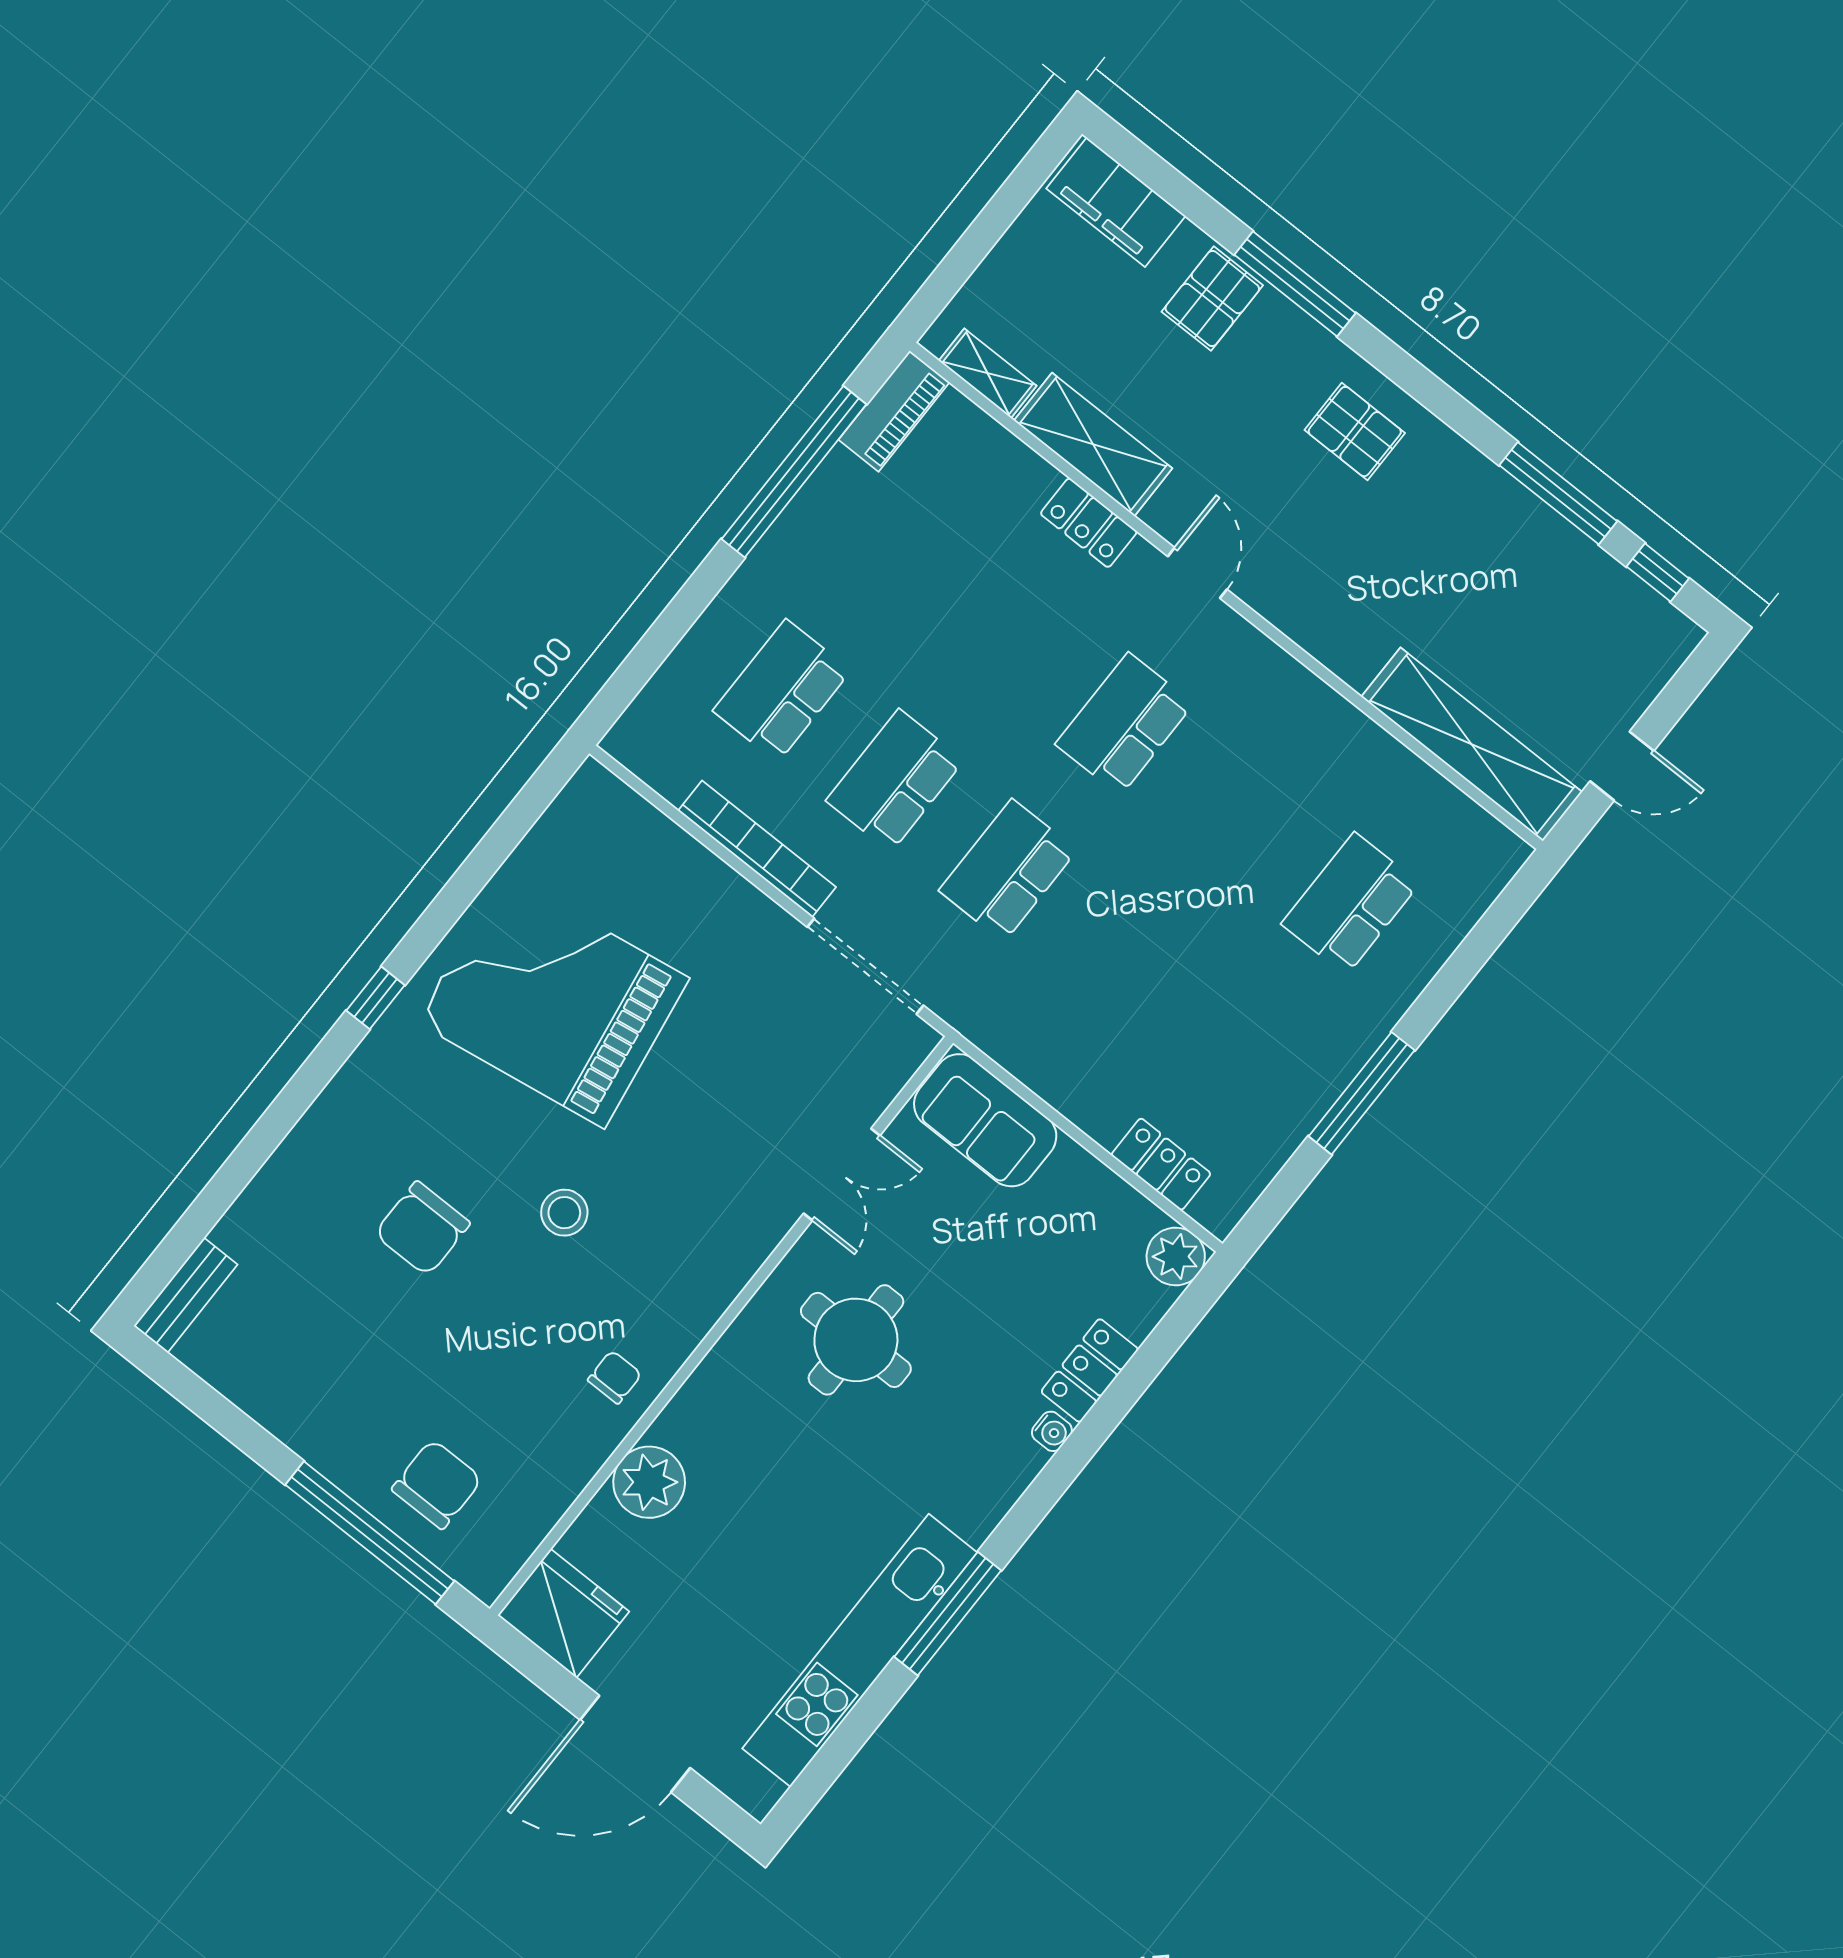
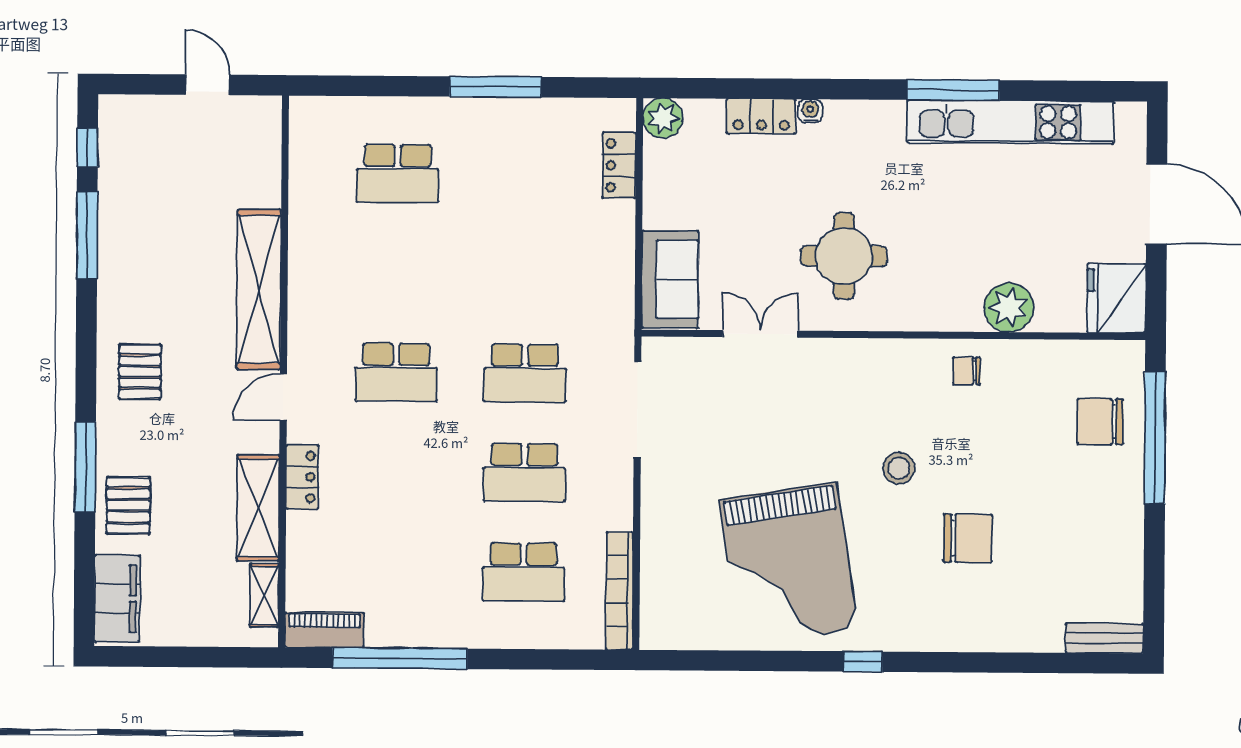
pallet: (1212, 298) -> (128, 505), turned 90
shelving: (1472, 744) -> (259, 289), moved
bookcase: (757, 849) -> (619, 591), moved

